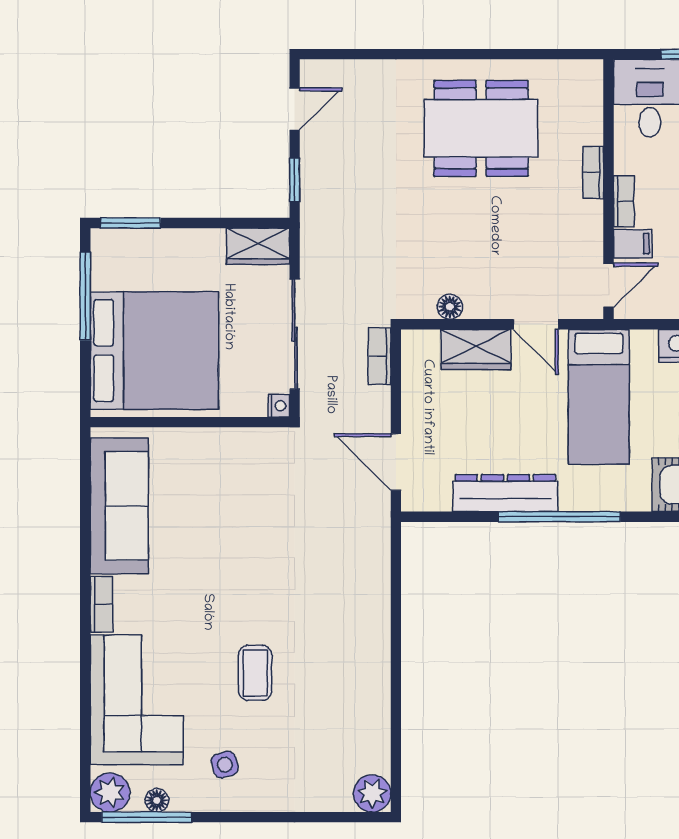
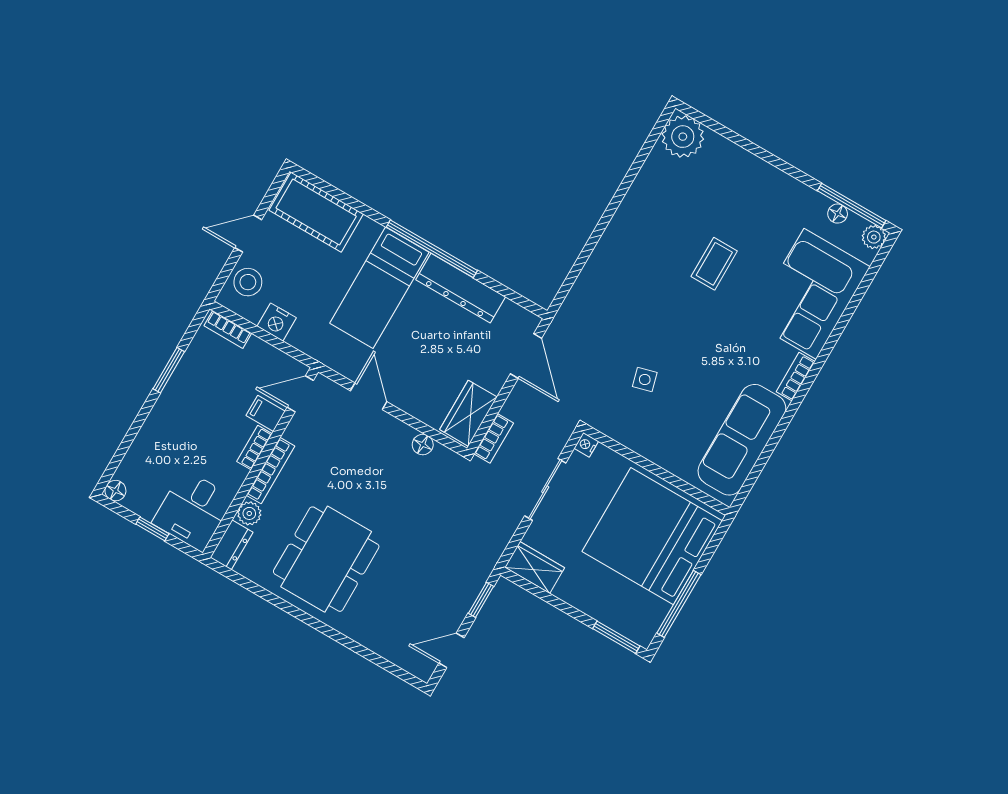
dresser: (589, 86) -> (232, 545), added
dining table: (481, 128) -> (326, 559), turned 90
plant: (589, 129) -> (249, 513), added
bookcase: (593, 172) -> (270, 471), width x1.56
sliding door: (295, 334) -> (545, 489), width x0.73
wardrobe: (476, 349) -> (468, 413), moved, turned -90
bed: (599, 397) -> (379, 288), moved, turned 180
side table: (225, 765) -> (645, 379), moved
plant: (110, 792) -> (874, 237), width x0.73, depth x0.73
plant: (372, 793) -> (683, 137), width x1.36, depth x1.36

